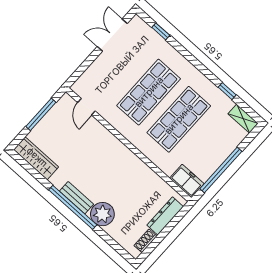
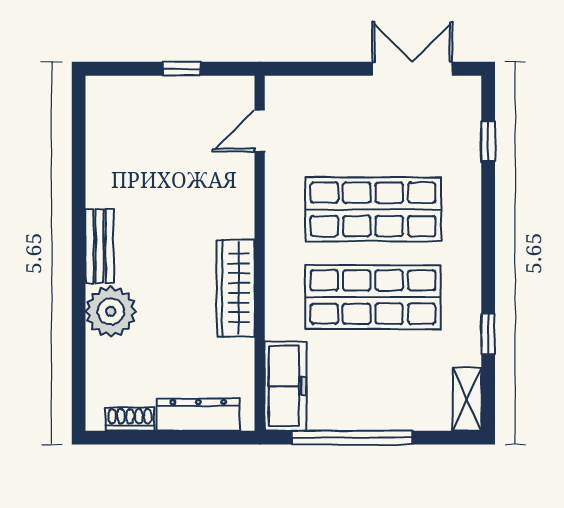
window: (41, 114) -> (182, 69), width x0.46
wardrobe: (36, 158) -> (236, 288), moved, turned 180
freezer: (187, 181) -> (286, 386), width x1.40
window: (73, 207) -> (79, 254), removed

